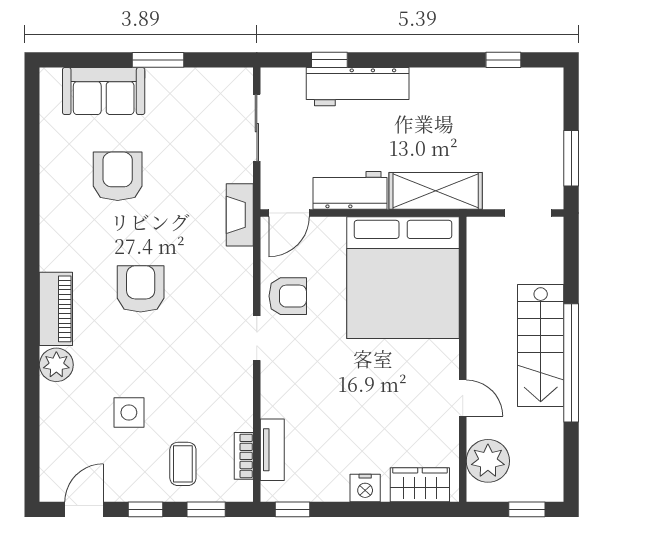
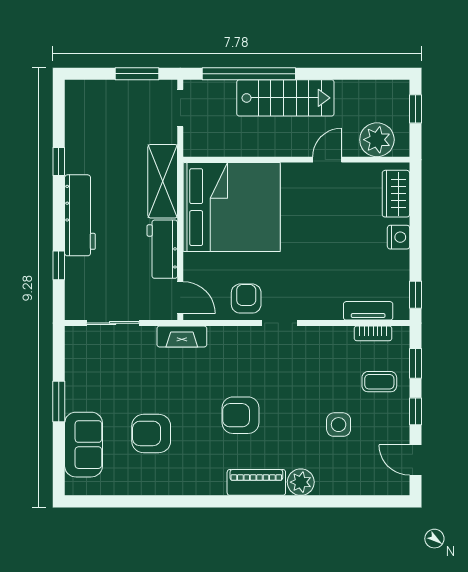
window: (503, 60) -> (59, 161), moved
workbench: (358, 87) -> (80, 215), moved
window: (571, 363) -> (249, 74), moved

